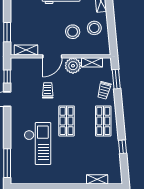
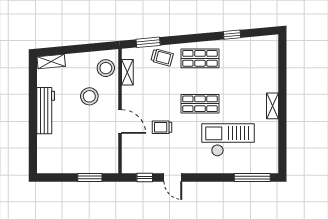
stool: (94, 28) -> (106, 68), moved
shelving: (26, 50) -> (112, 154), removed
plant: (73, 66) -> (131, 96), removed
shelving: (97, 179) -> (272, 106), moved

